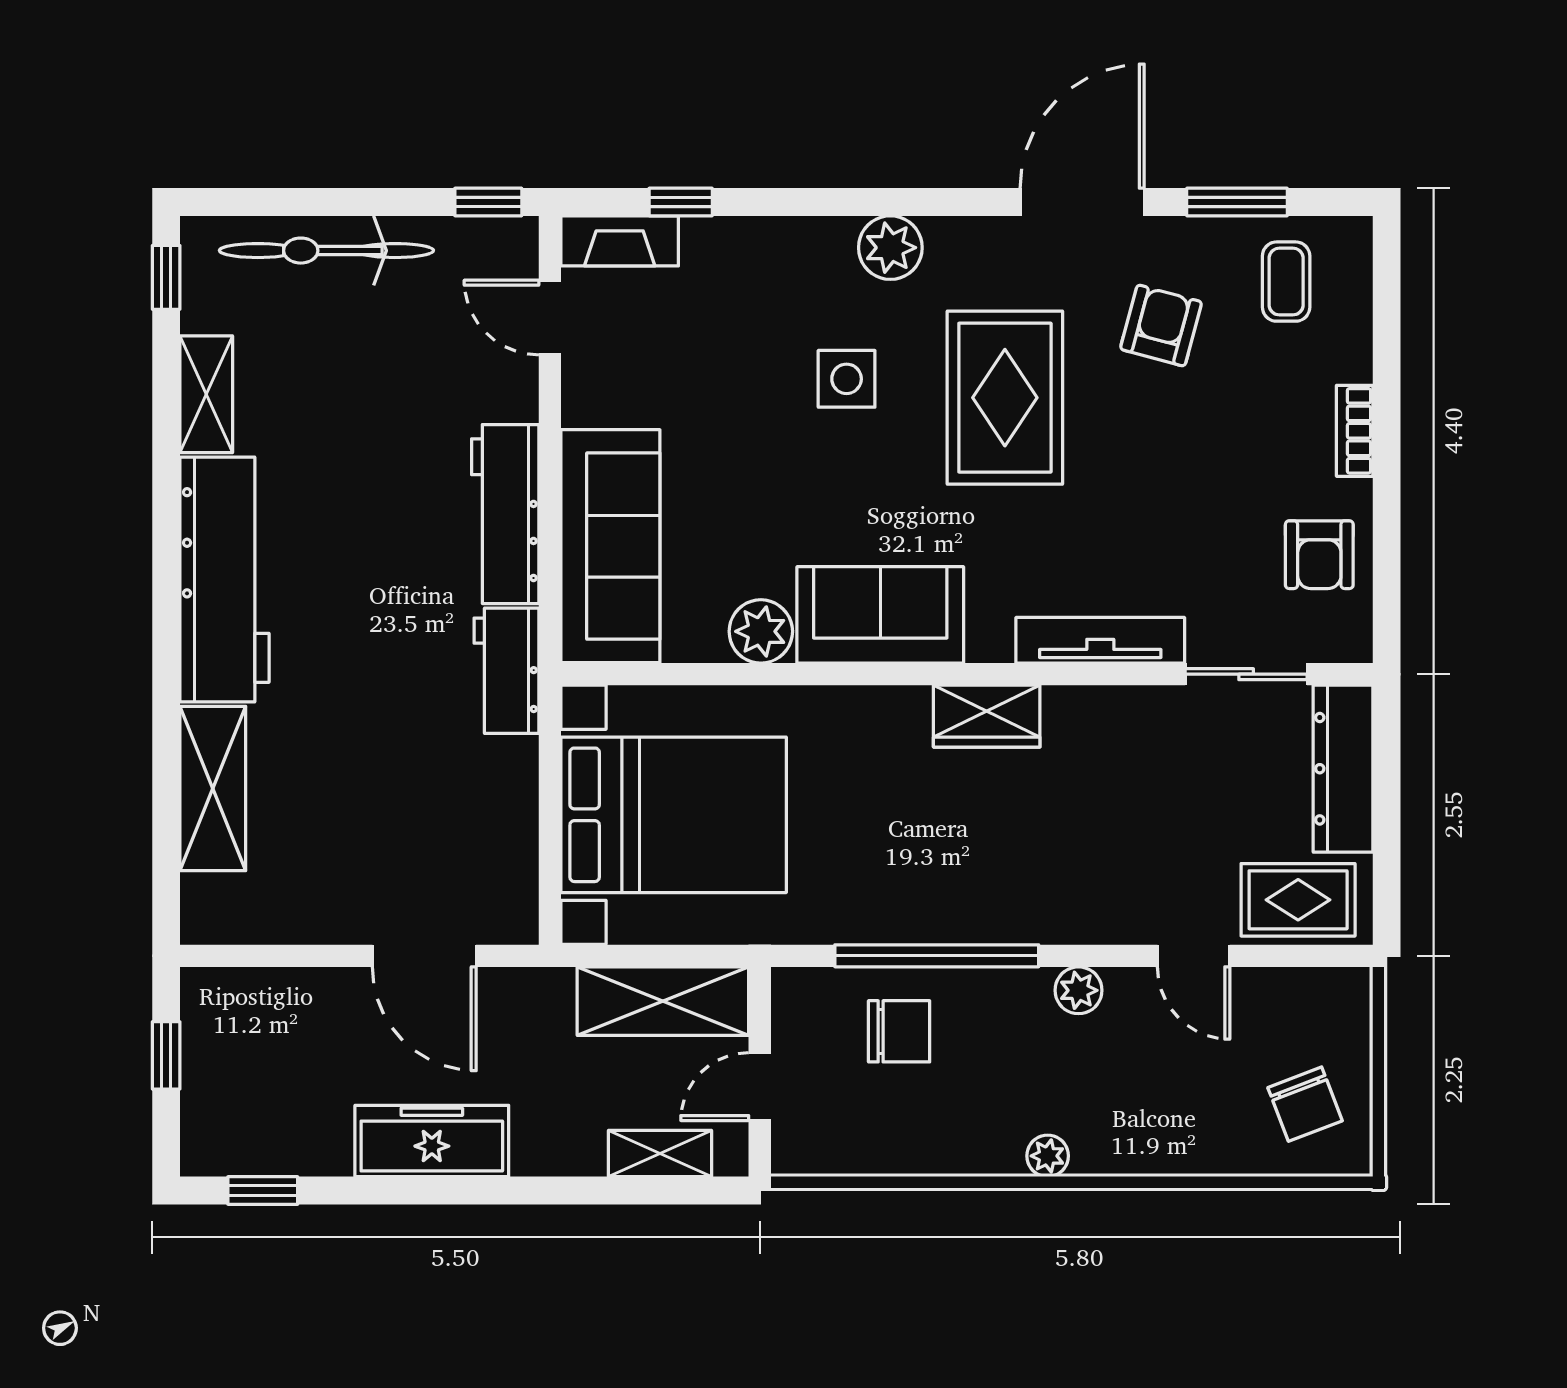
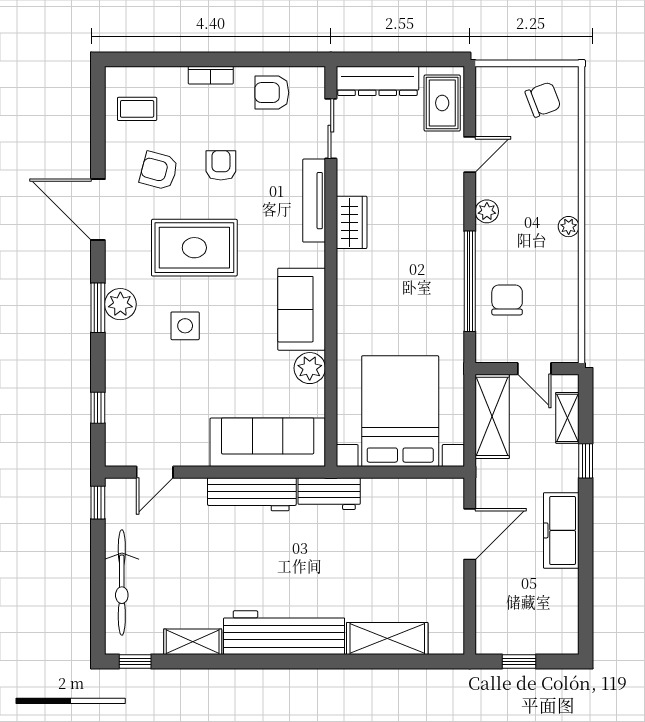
window: (1237, 202) -> (98, 308), moved
fireplace: (620, 241) -> (117, 438), removed
armchair: (1172, 452) -> (221, 165), added
armchair: (1319, 555) -> (272, 93), turned 180
wardrobe: (987, 716) -> (352, 222), moved
window: (263, 1191) -> (586, 461), moved

